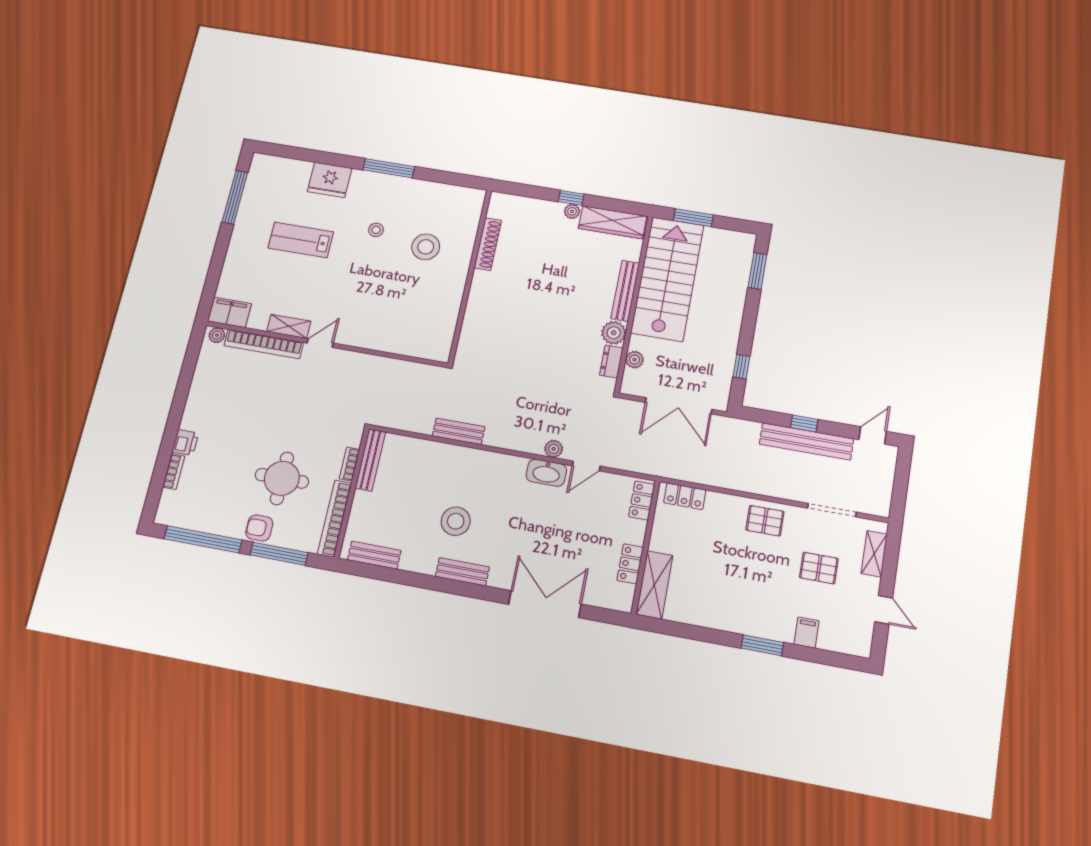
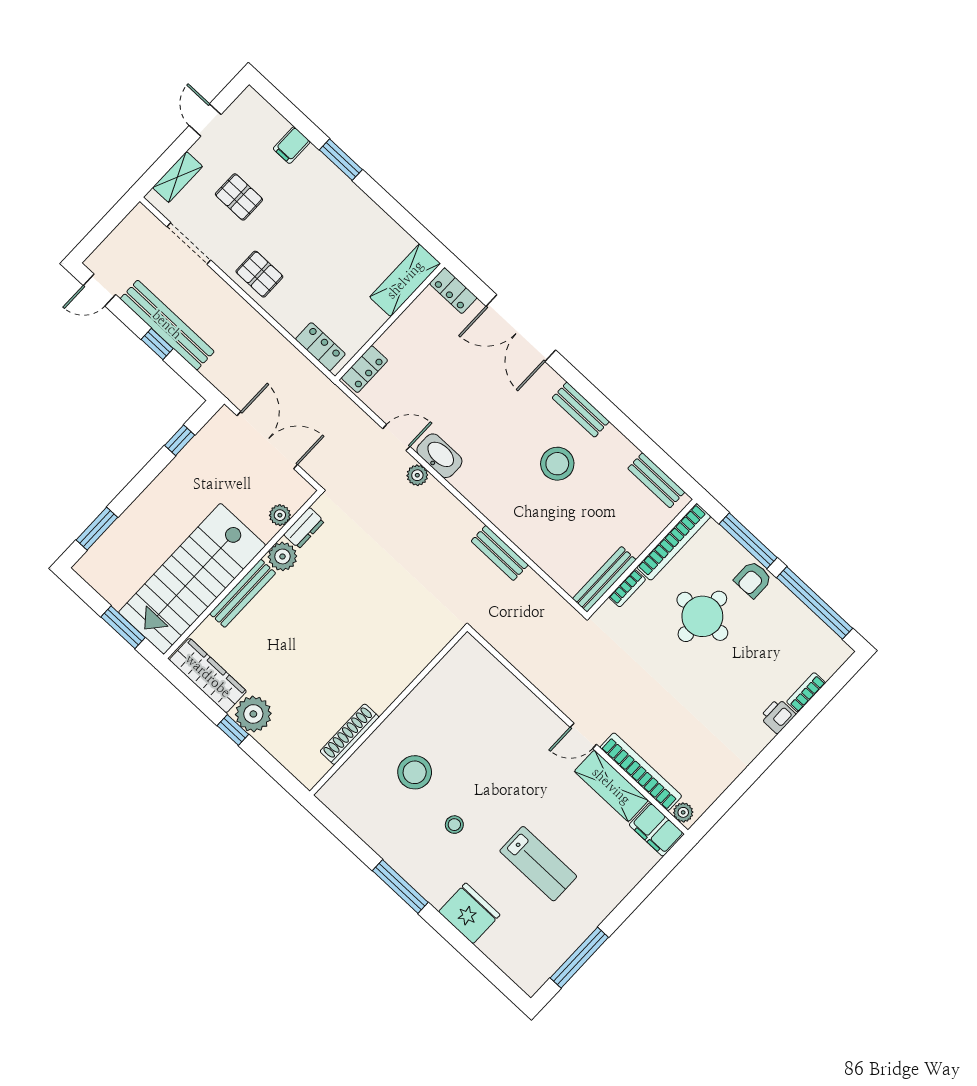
plant: (572, 211) -> (253, 714), width x1.88, depth x1.88
shelving: (289, 326) -> (611, 786), width x1.50, depth x1.33
armchair: (259, 528) -> (753, 579), turned 90
locker: (630, 564) -> (453, 291), moved, turned 90

